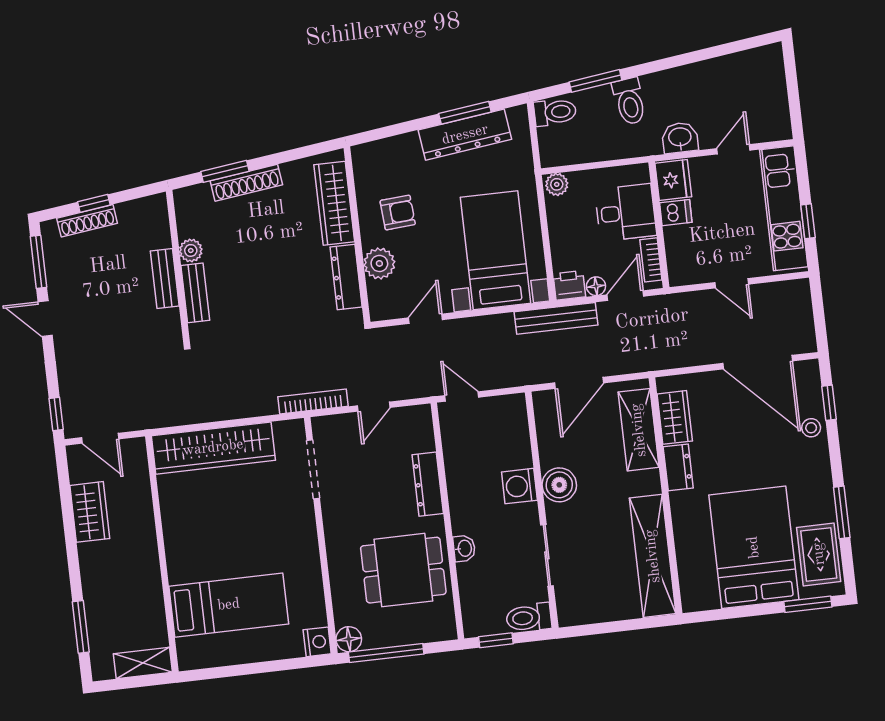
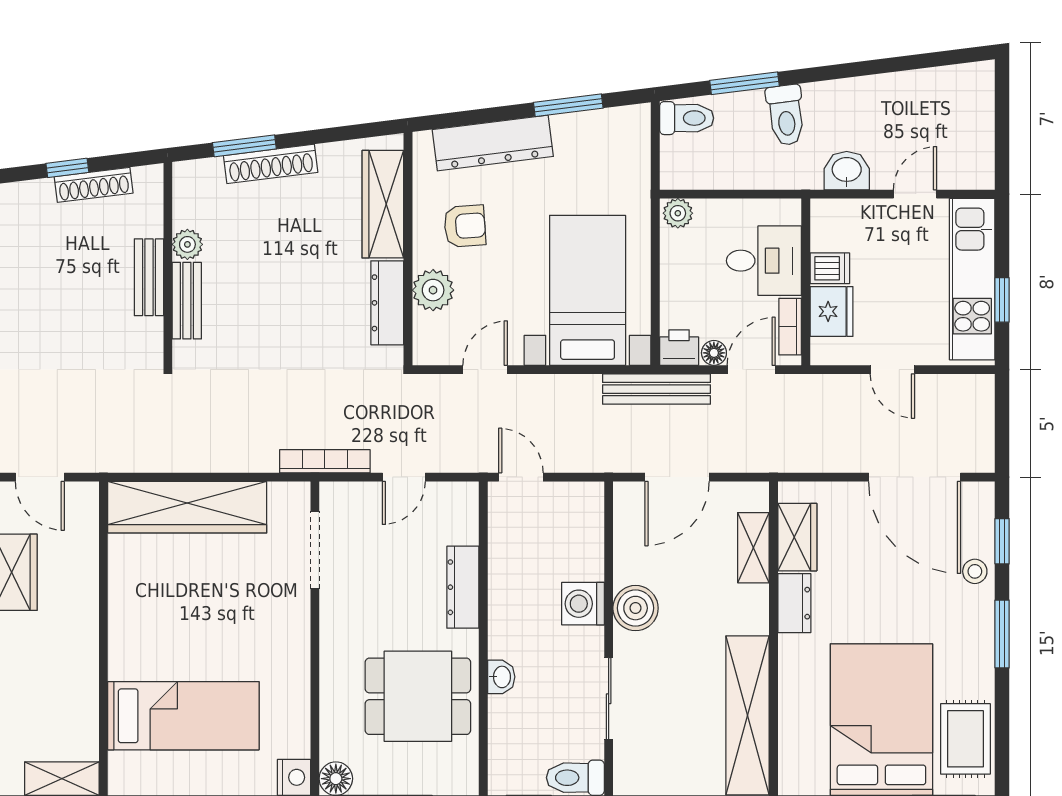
dresser: (465, 135) -> (493, 143), moved
fridge: (673, 180) -> (831, 311), moved
shoe rack: (87, 221) -> (94, 185), moved
shelving: (639, 430) -> (753, 548), width x0.67, depth x0.75
window: (842, 512) -> (1002, 634), moved

